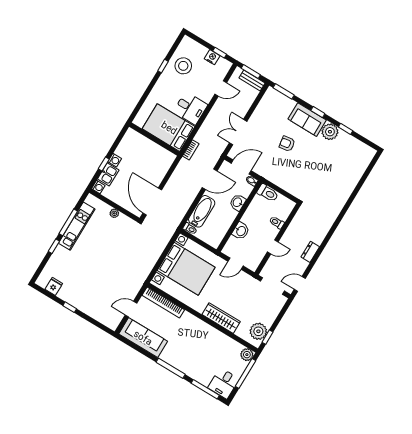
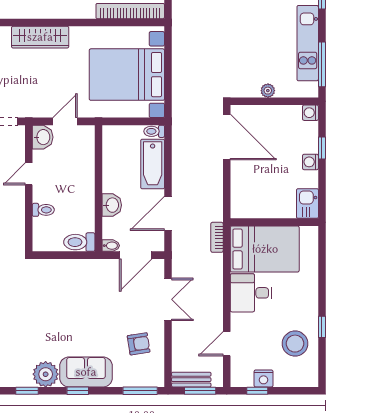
armchair: (287, 144) -> (139, 344), moved
kitchen sink: (108, 174) -> (307, 204), moved
window: (68, 222) -> (322, 64), moved
washbasin: (241, 231) -> (43, 137), moved, turned 180

